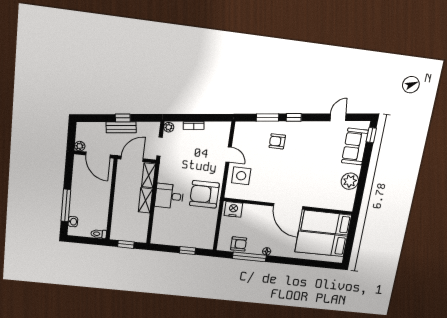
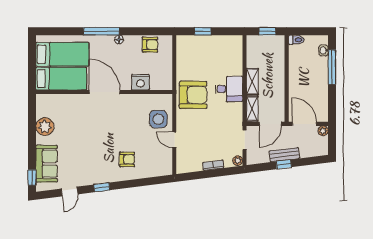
window: (267, 117) -> (141, 182), removed
window: (294, 117) -> (102, 187), moved
nightstand: (233, 209) -> (140, 82), moved
armchair: (239, 244) -> (150, 45), turned 180
window: (249, 257) -> (101, 31), moved

